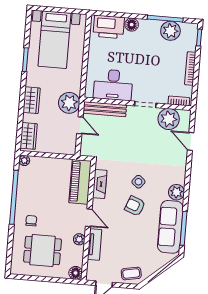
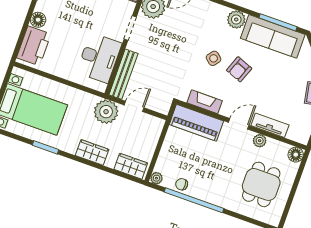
chair: (31, 221) -> (182, 184), moved

